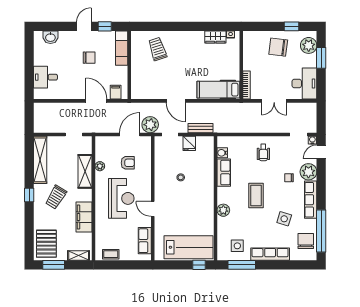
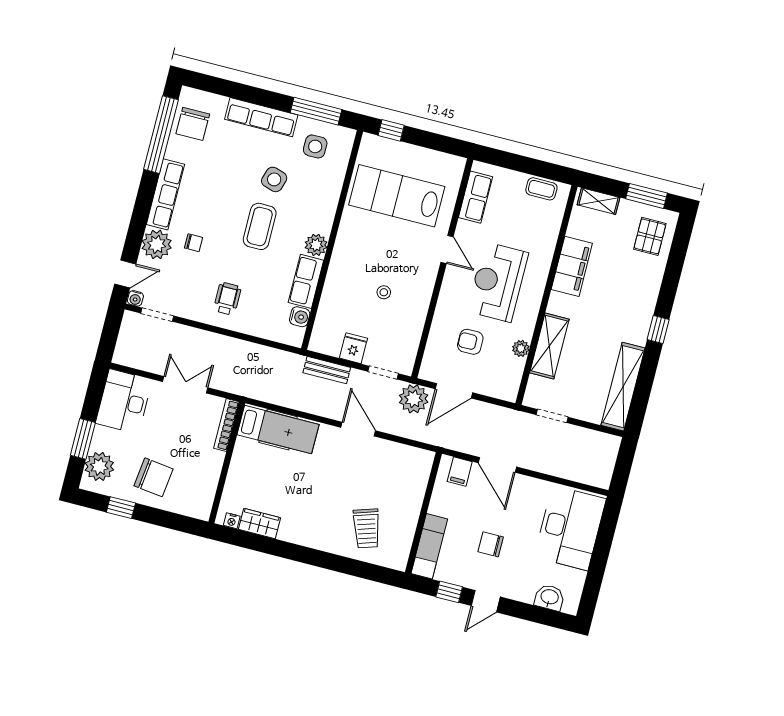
desk: (45, 77) -> (570, 528), width x1.87, depth x1.30
trolley: (56, 197) -> (612, 314), removed
plant: (223, 210) -> (316, 245), moved
side table: (284, 219) -> (274, 179), moved
pallet: (46, 244) -> (650, 236), width x0.67, depth x0.71
lab bench: (188, 247) -> (397, 196), moved

